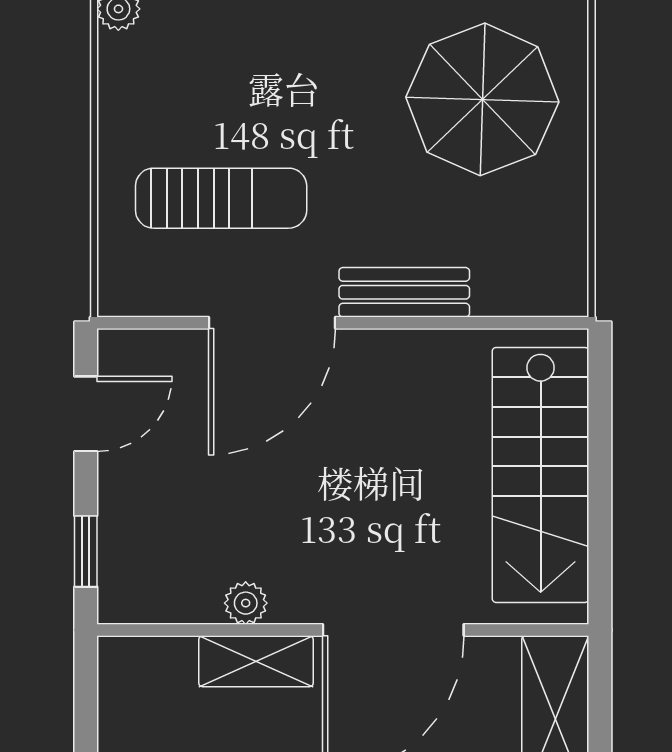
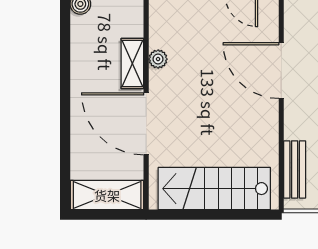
bench: (404, 292) -> (295, 169), moved

